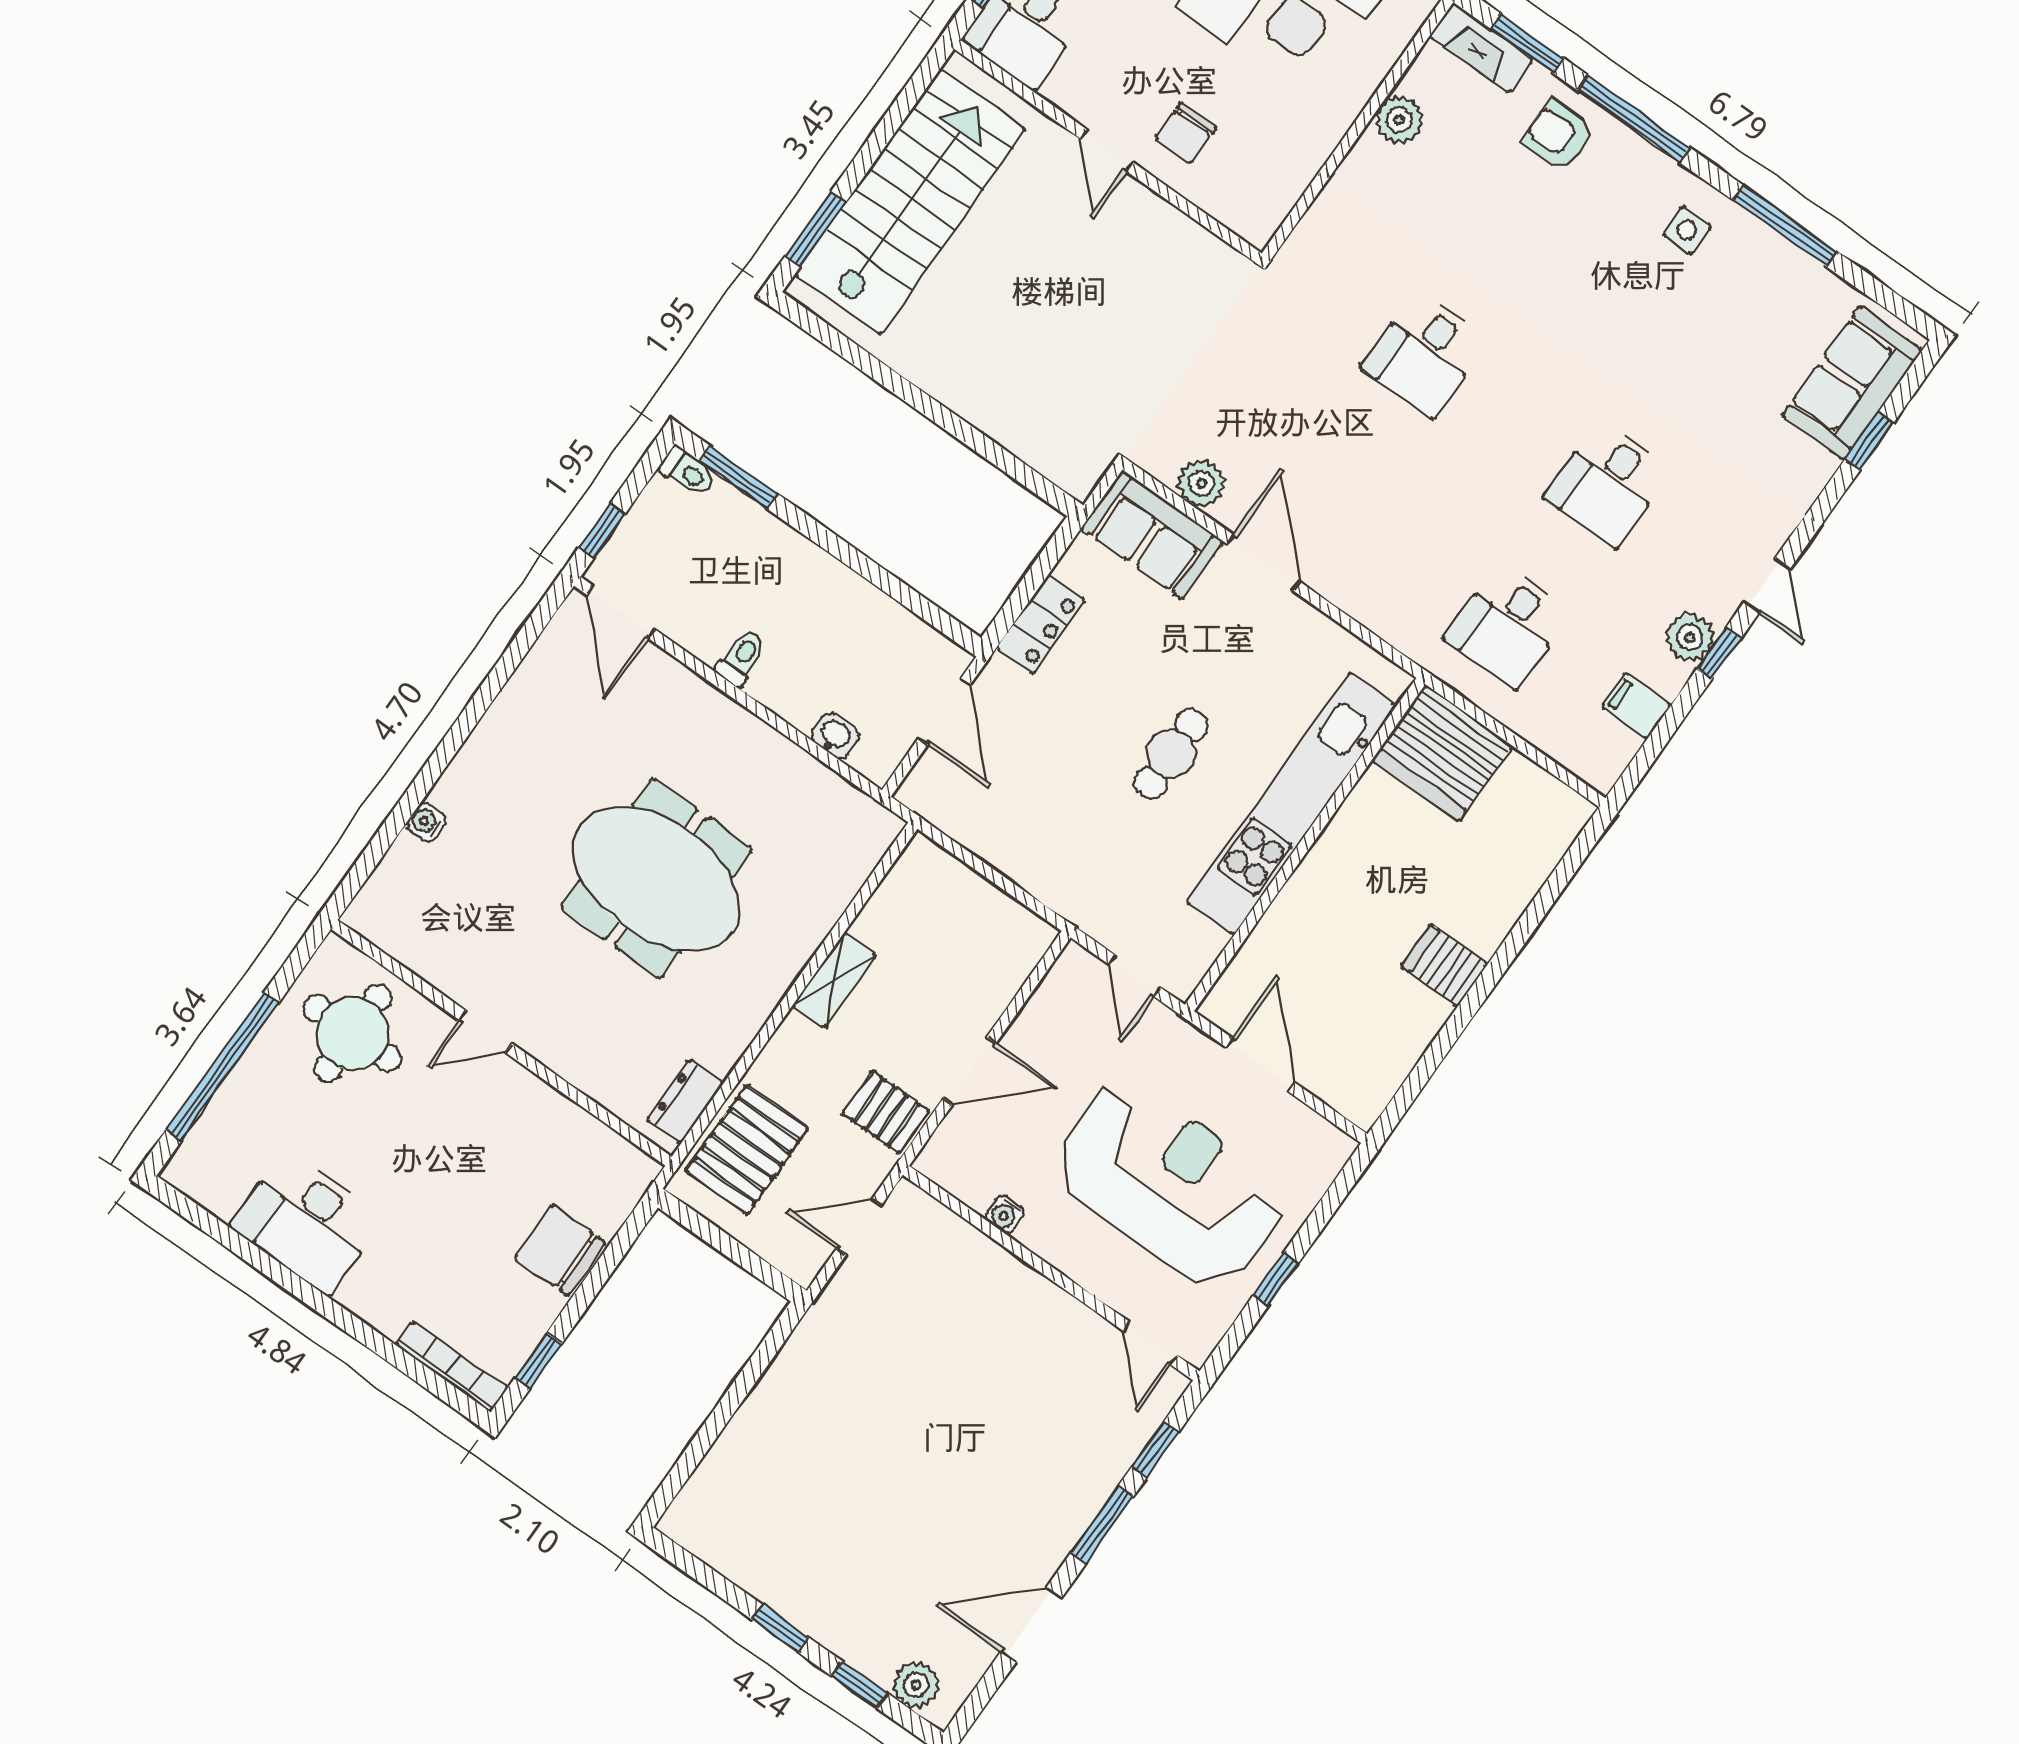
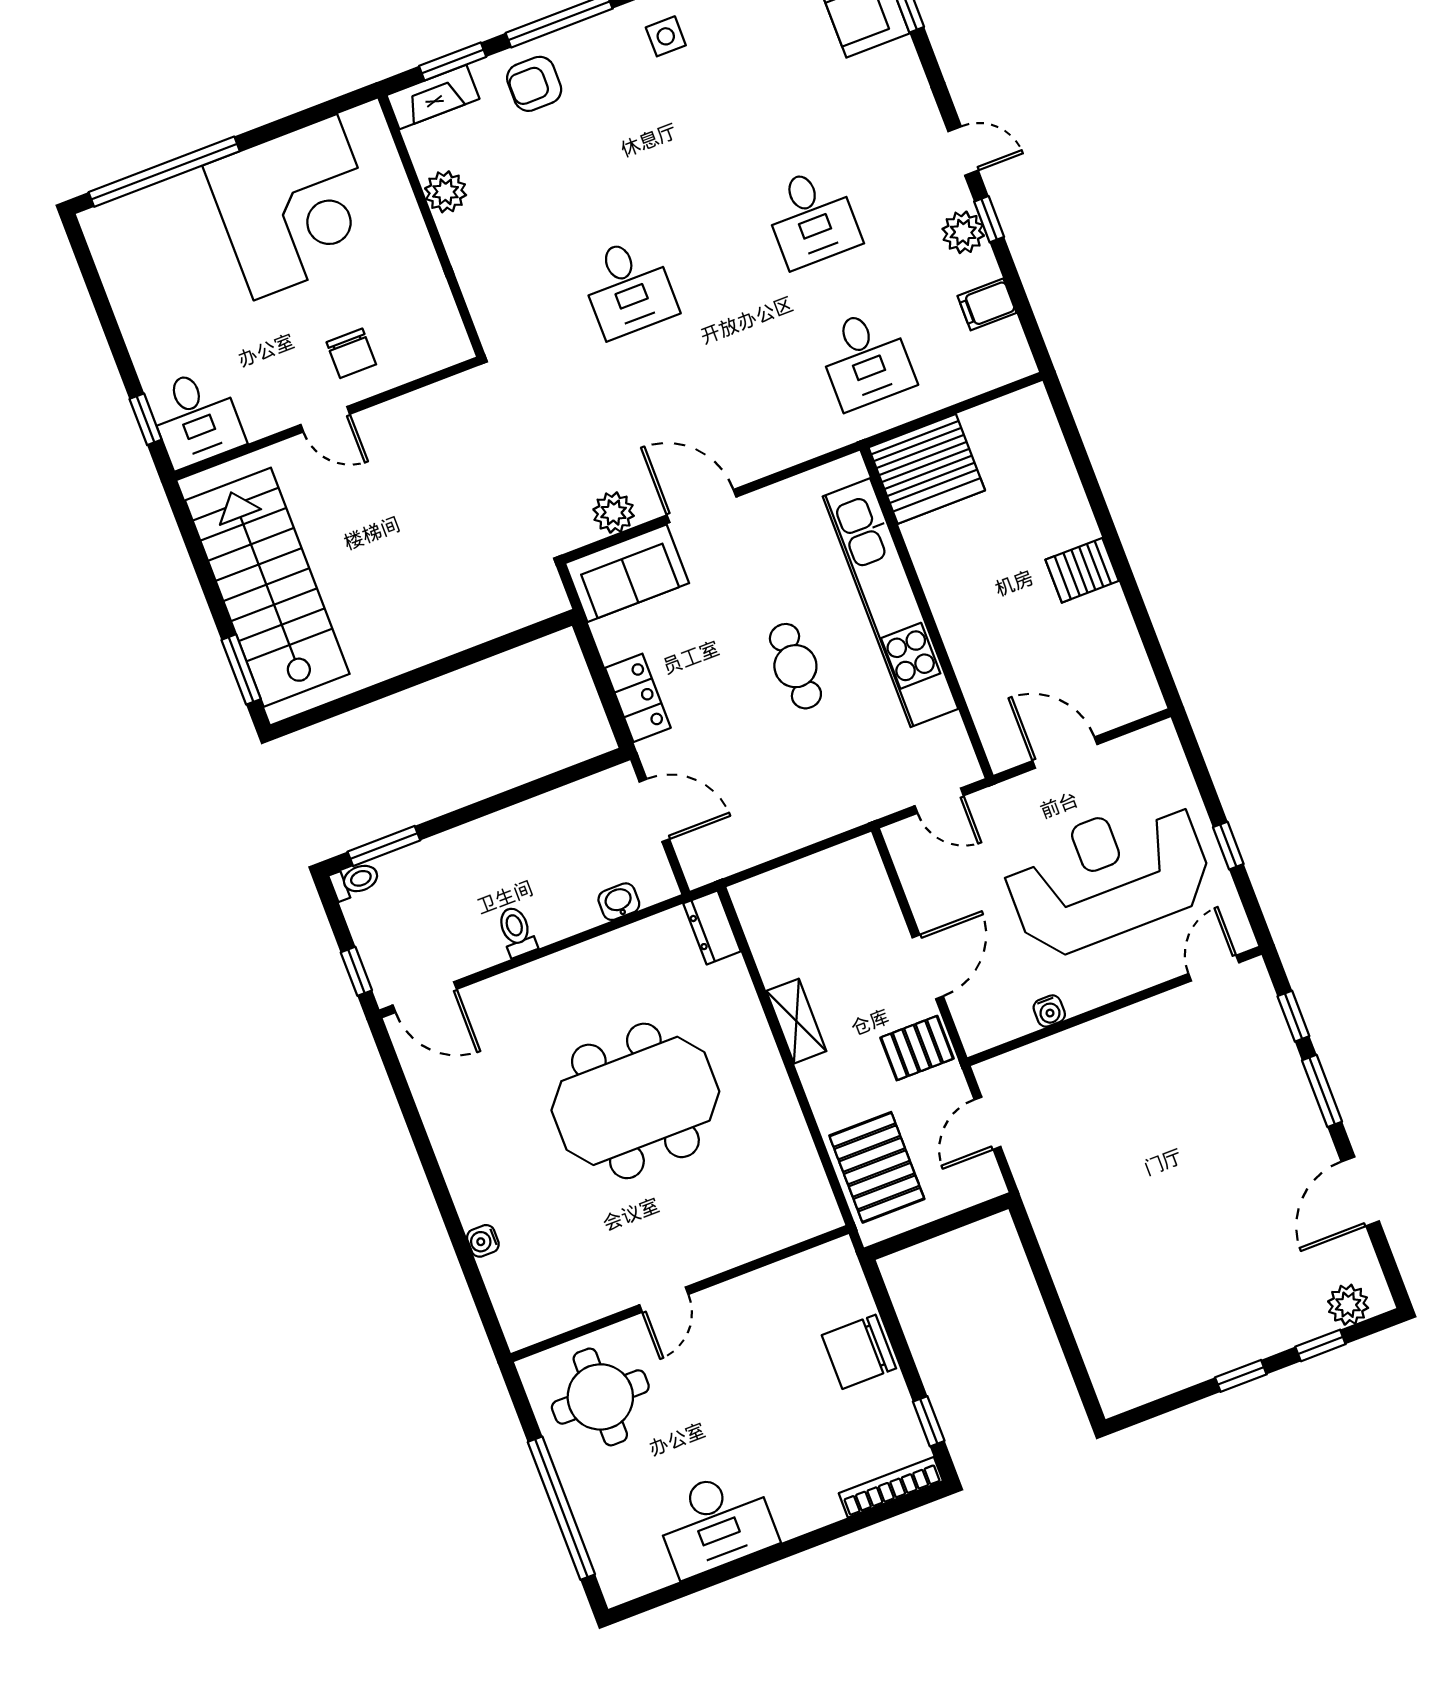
dresser: (685, 1102) -> (712, 927), moved
door: (1150, 1343) -> (1214, 968), swing flipped

